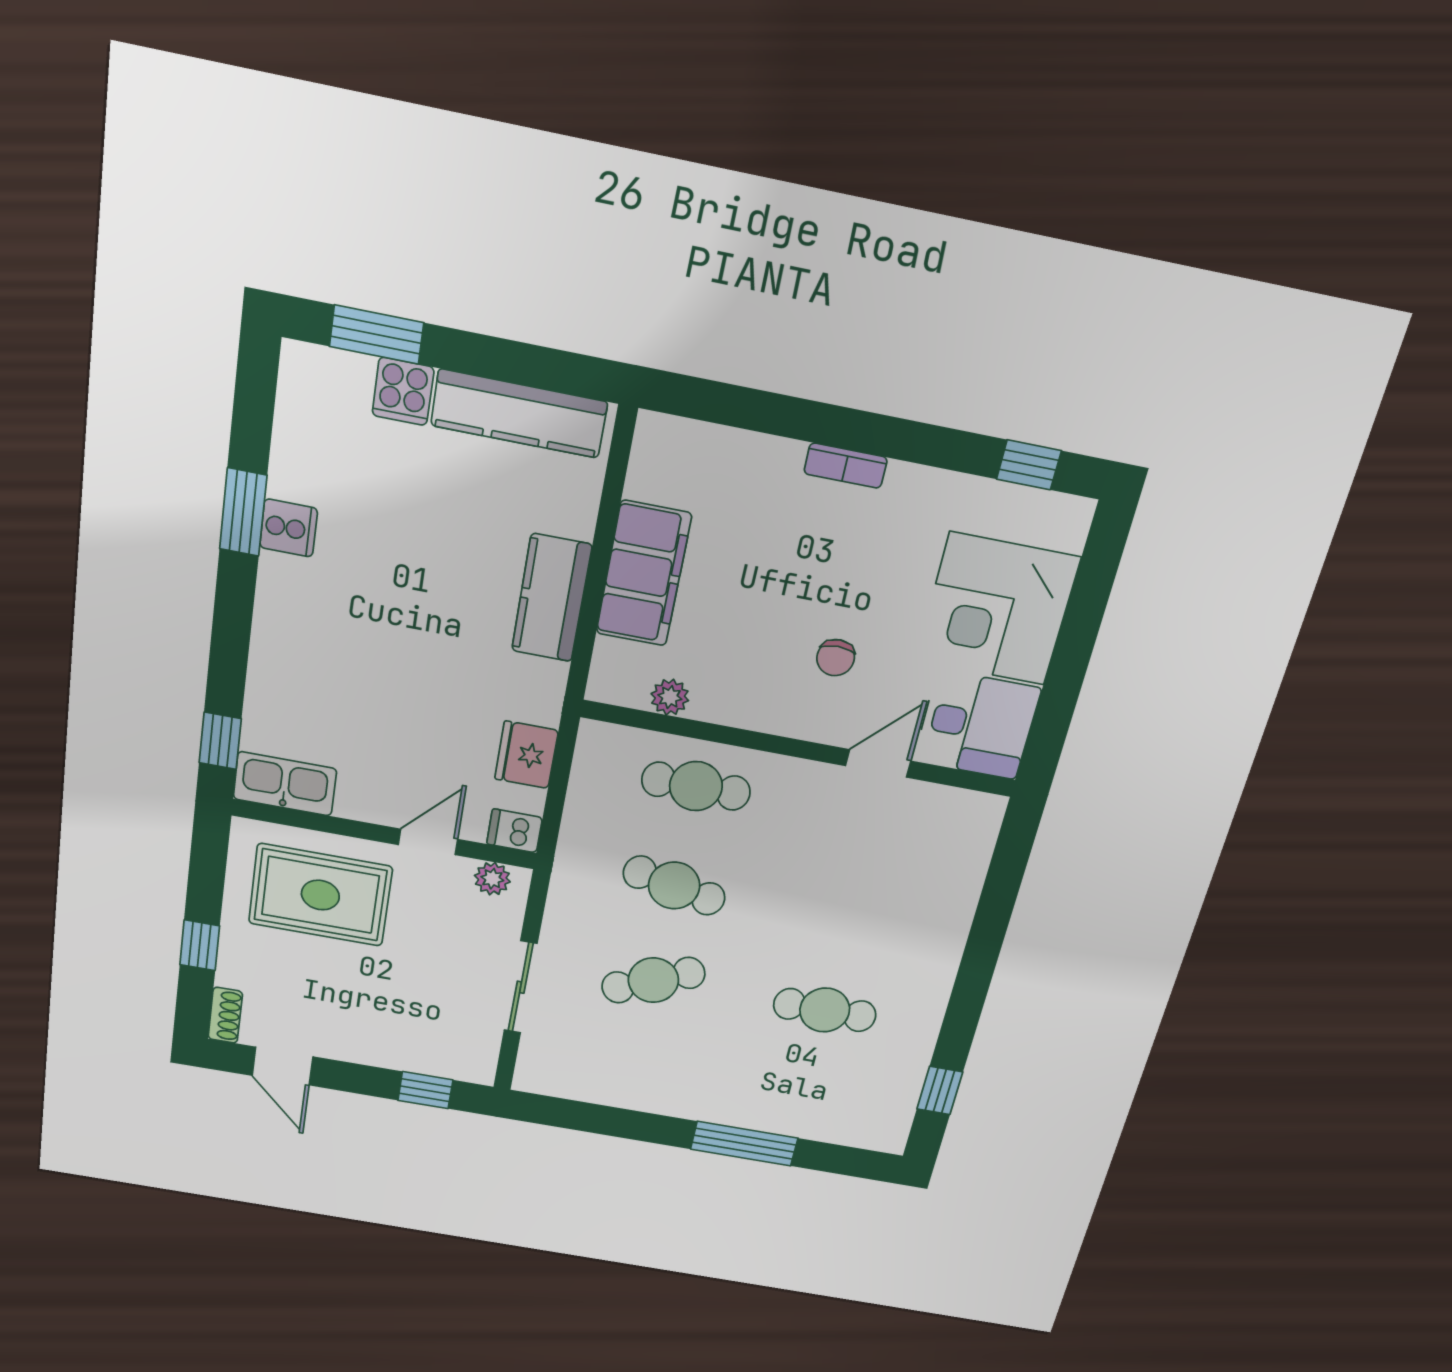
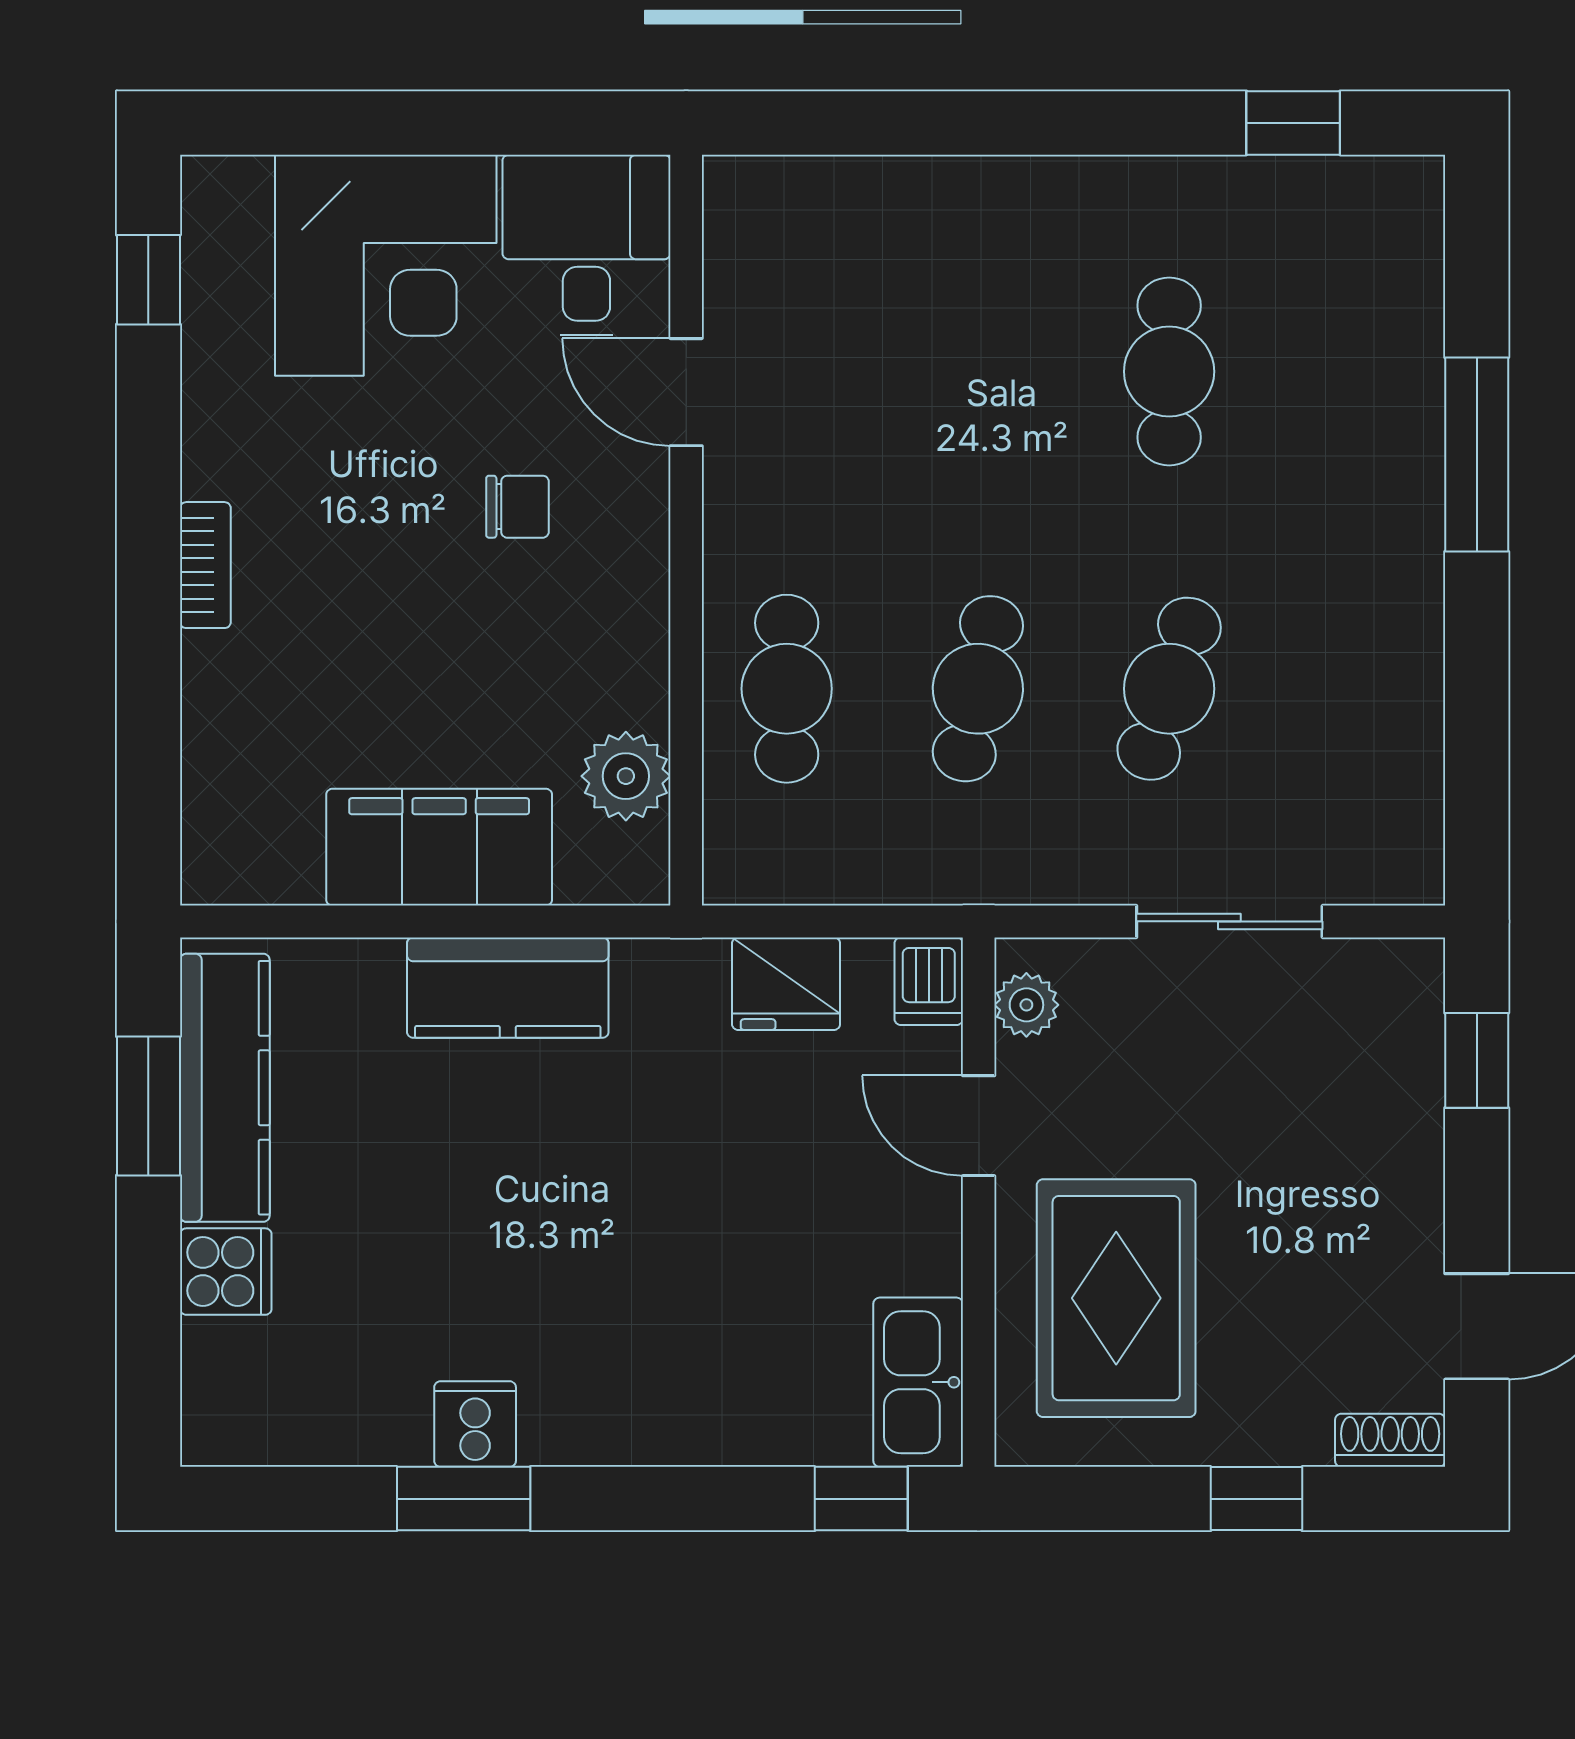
window: (377, 335) -> (148, 1106), moved
plant: (670, 697) -> (626, 776), width x1.38, depth x1.38
cafe table: (653, 980) -> (1169, 689), turned 42

